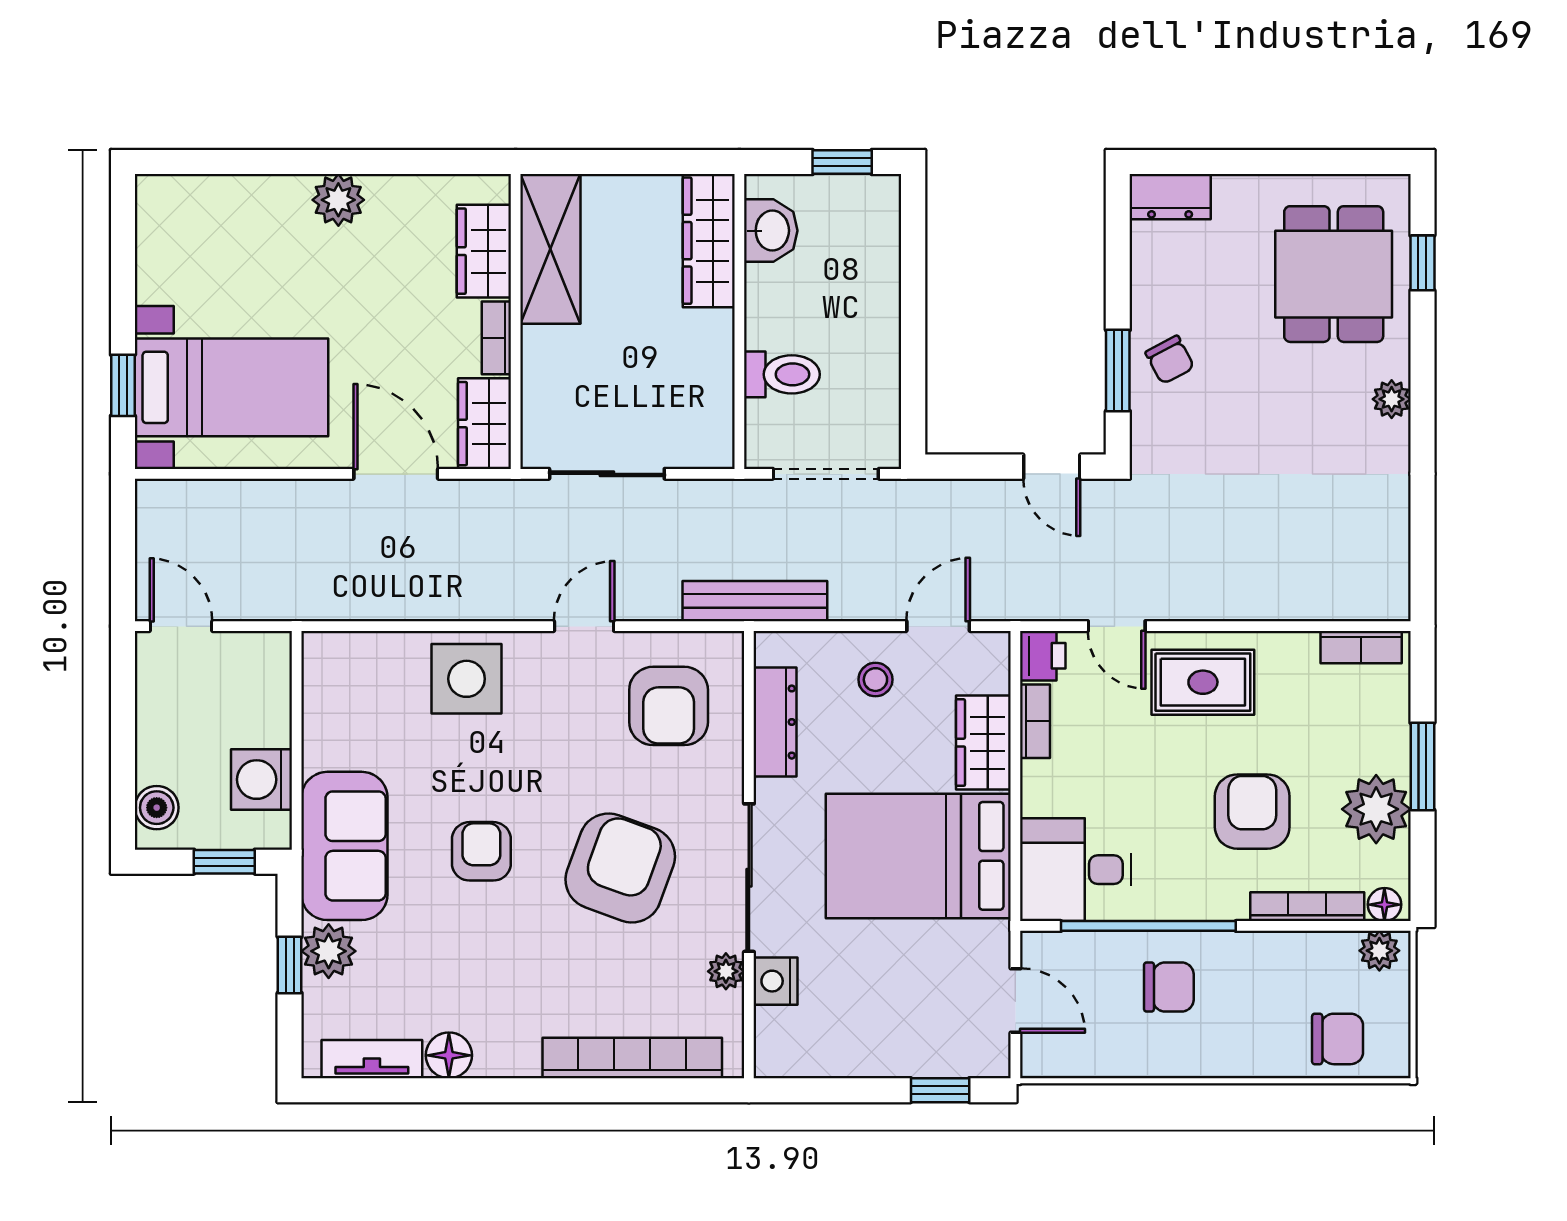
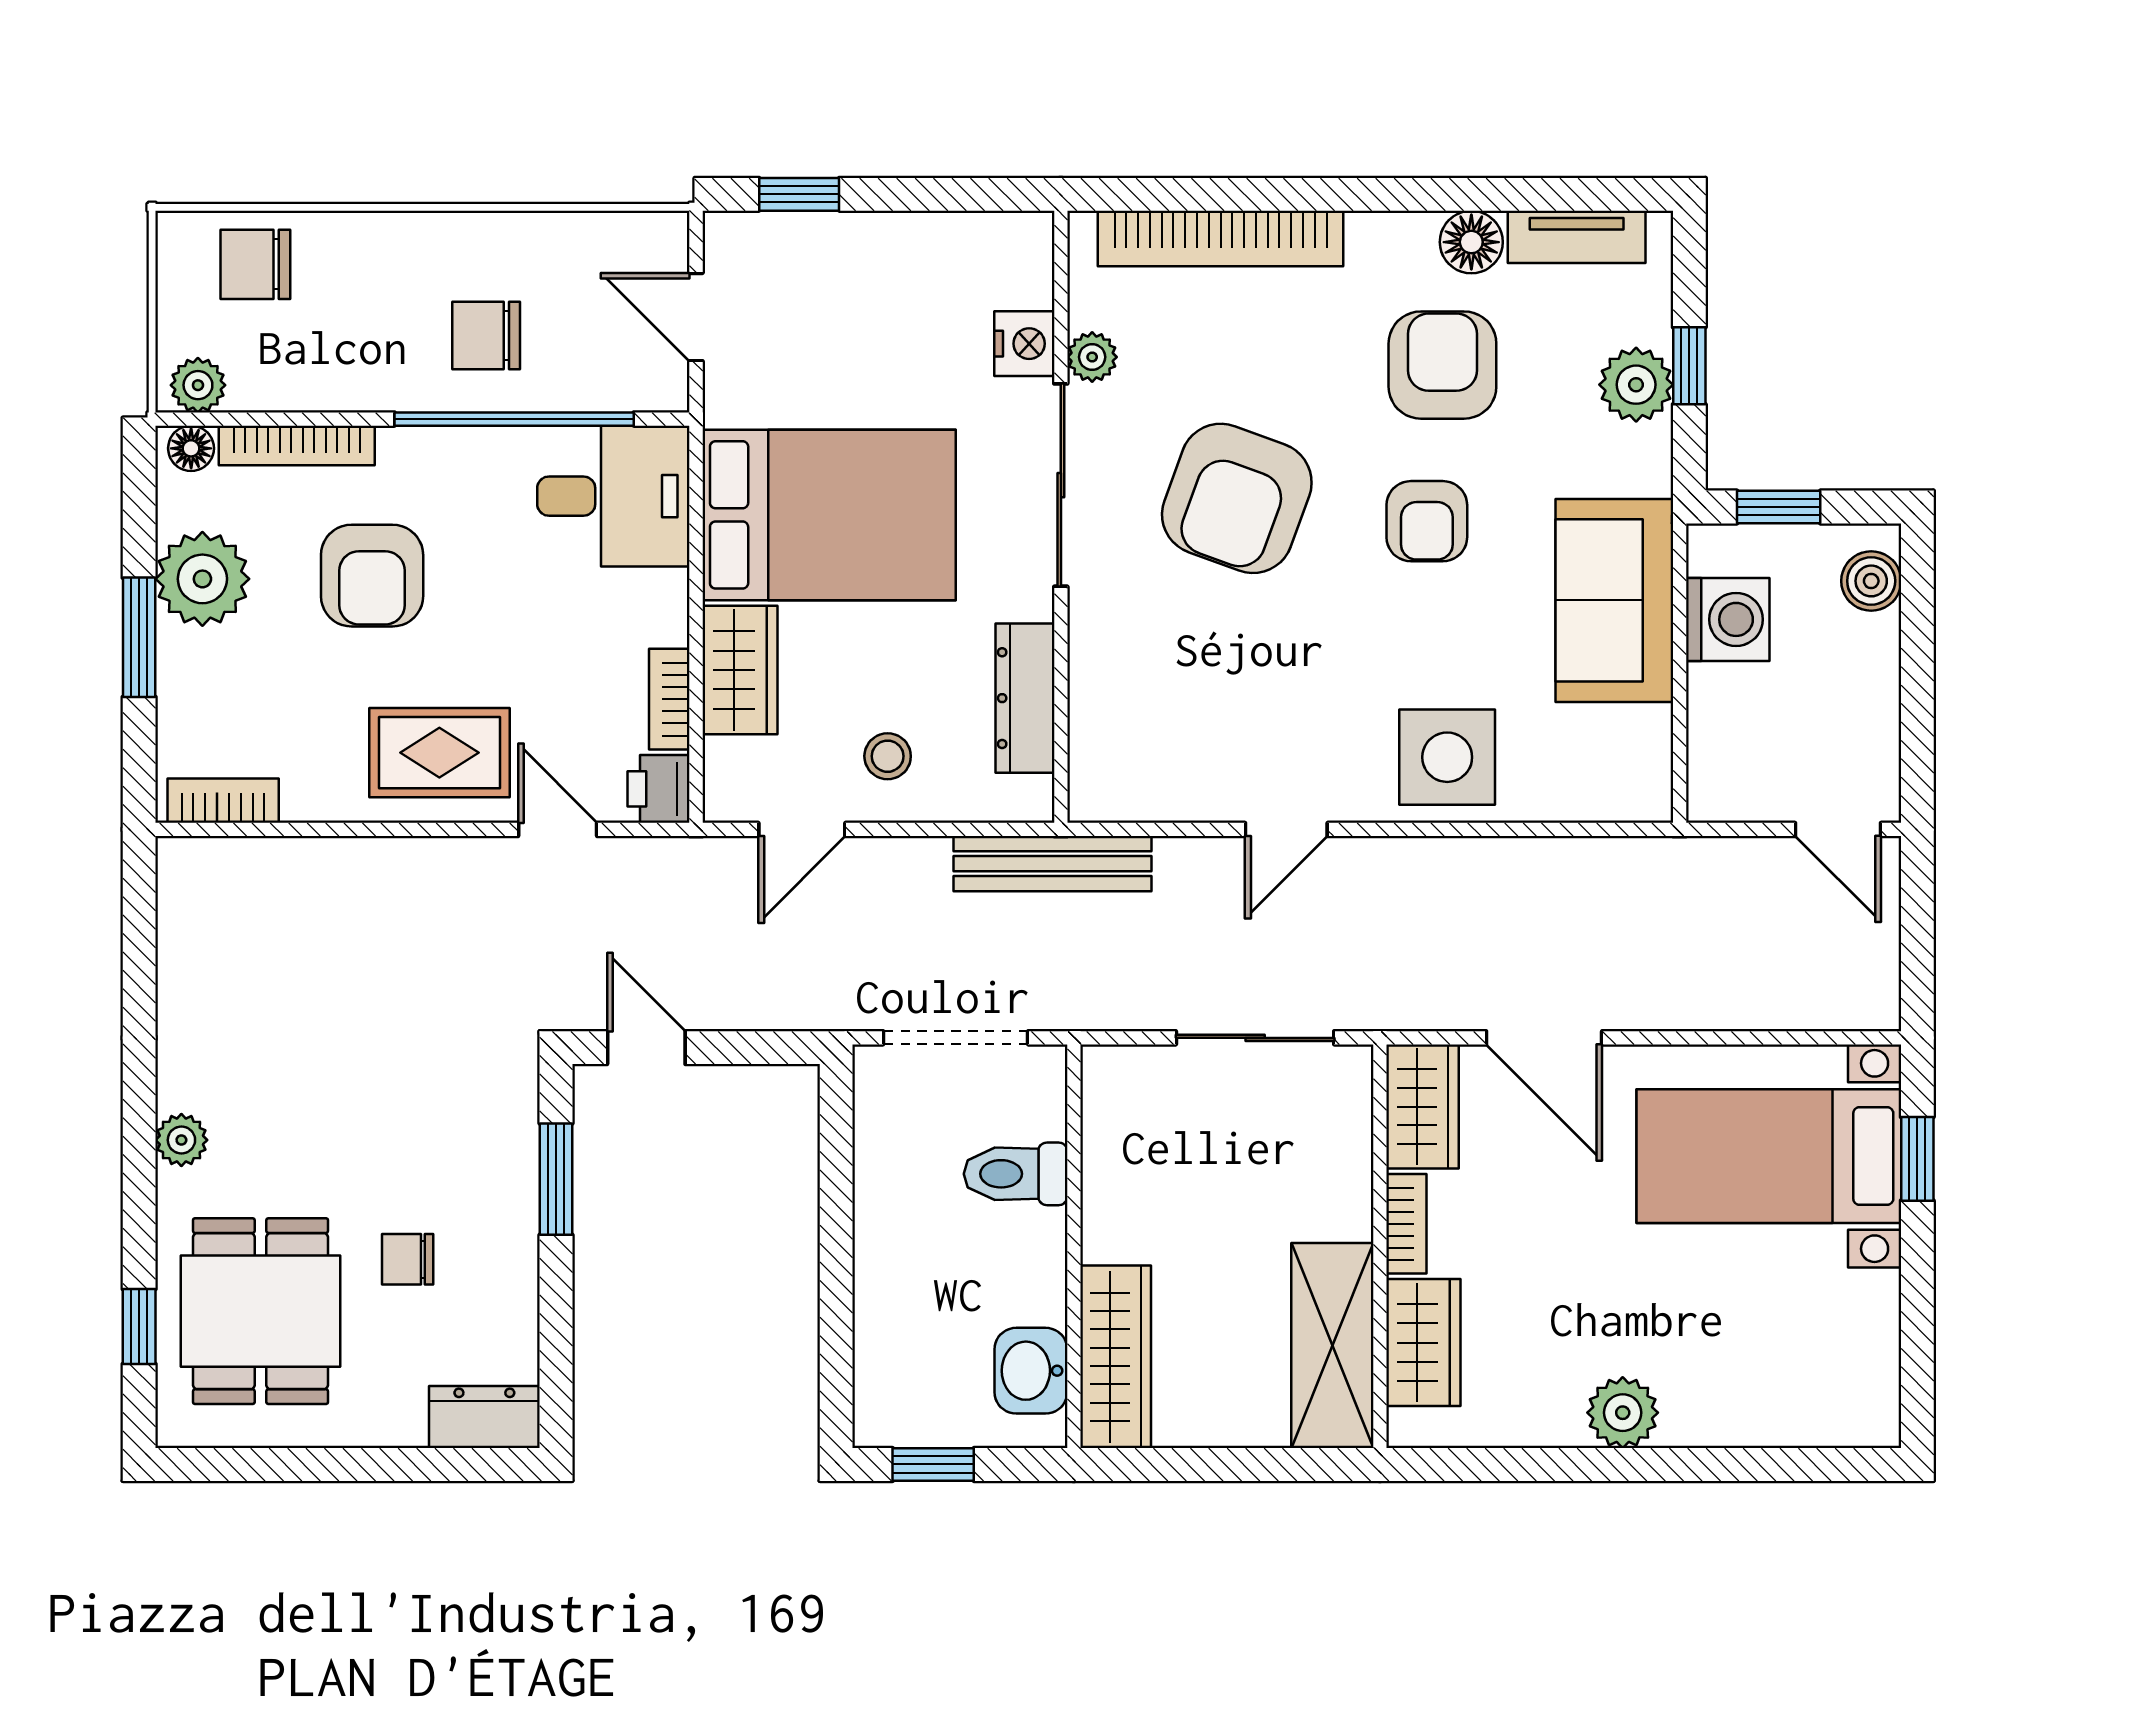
chair: (1170, 360) -> (408, 1259), moved, turned -62
armchair: (669, 706) -> (1442, 365), moved
sofa: (344, 846) -> (1614, 600), moved

